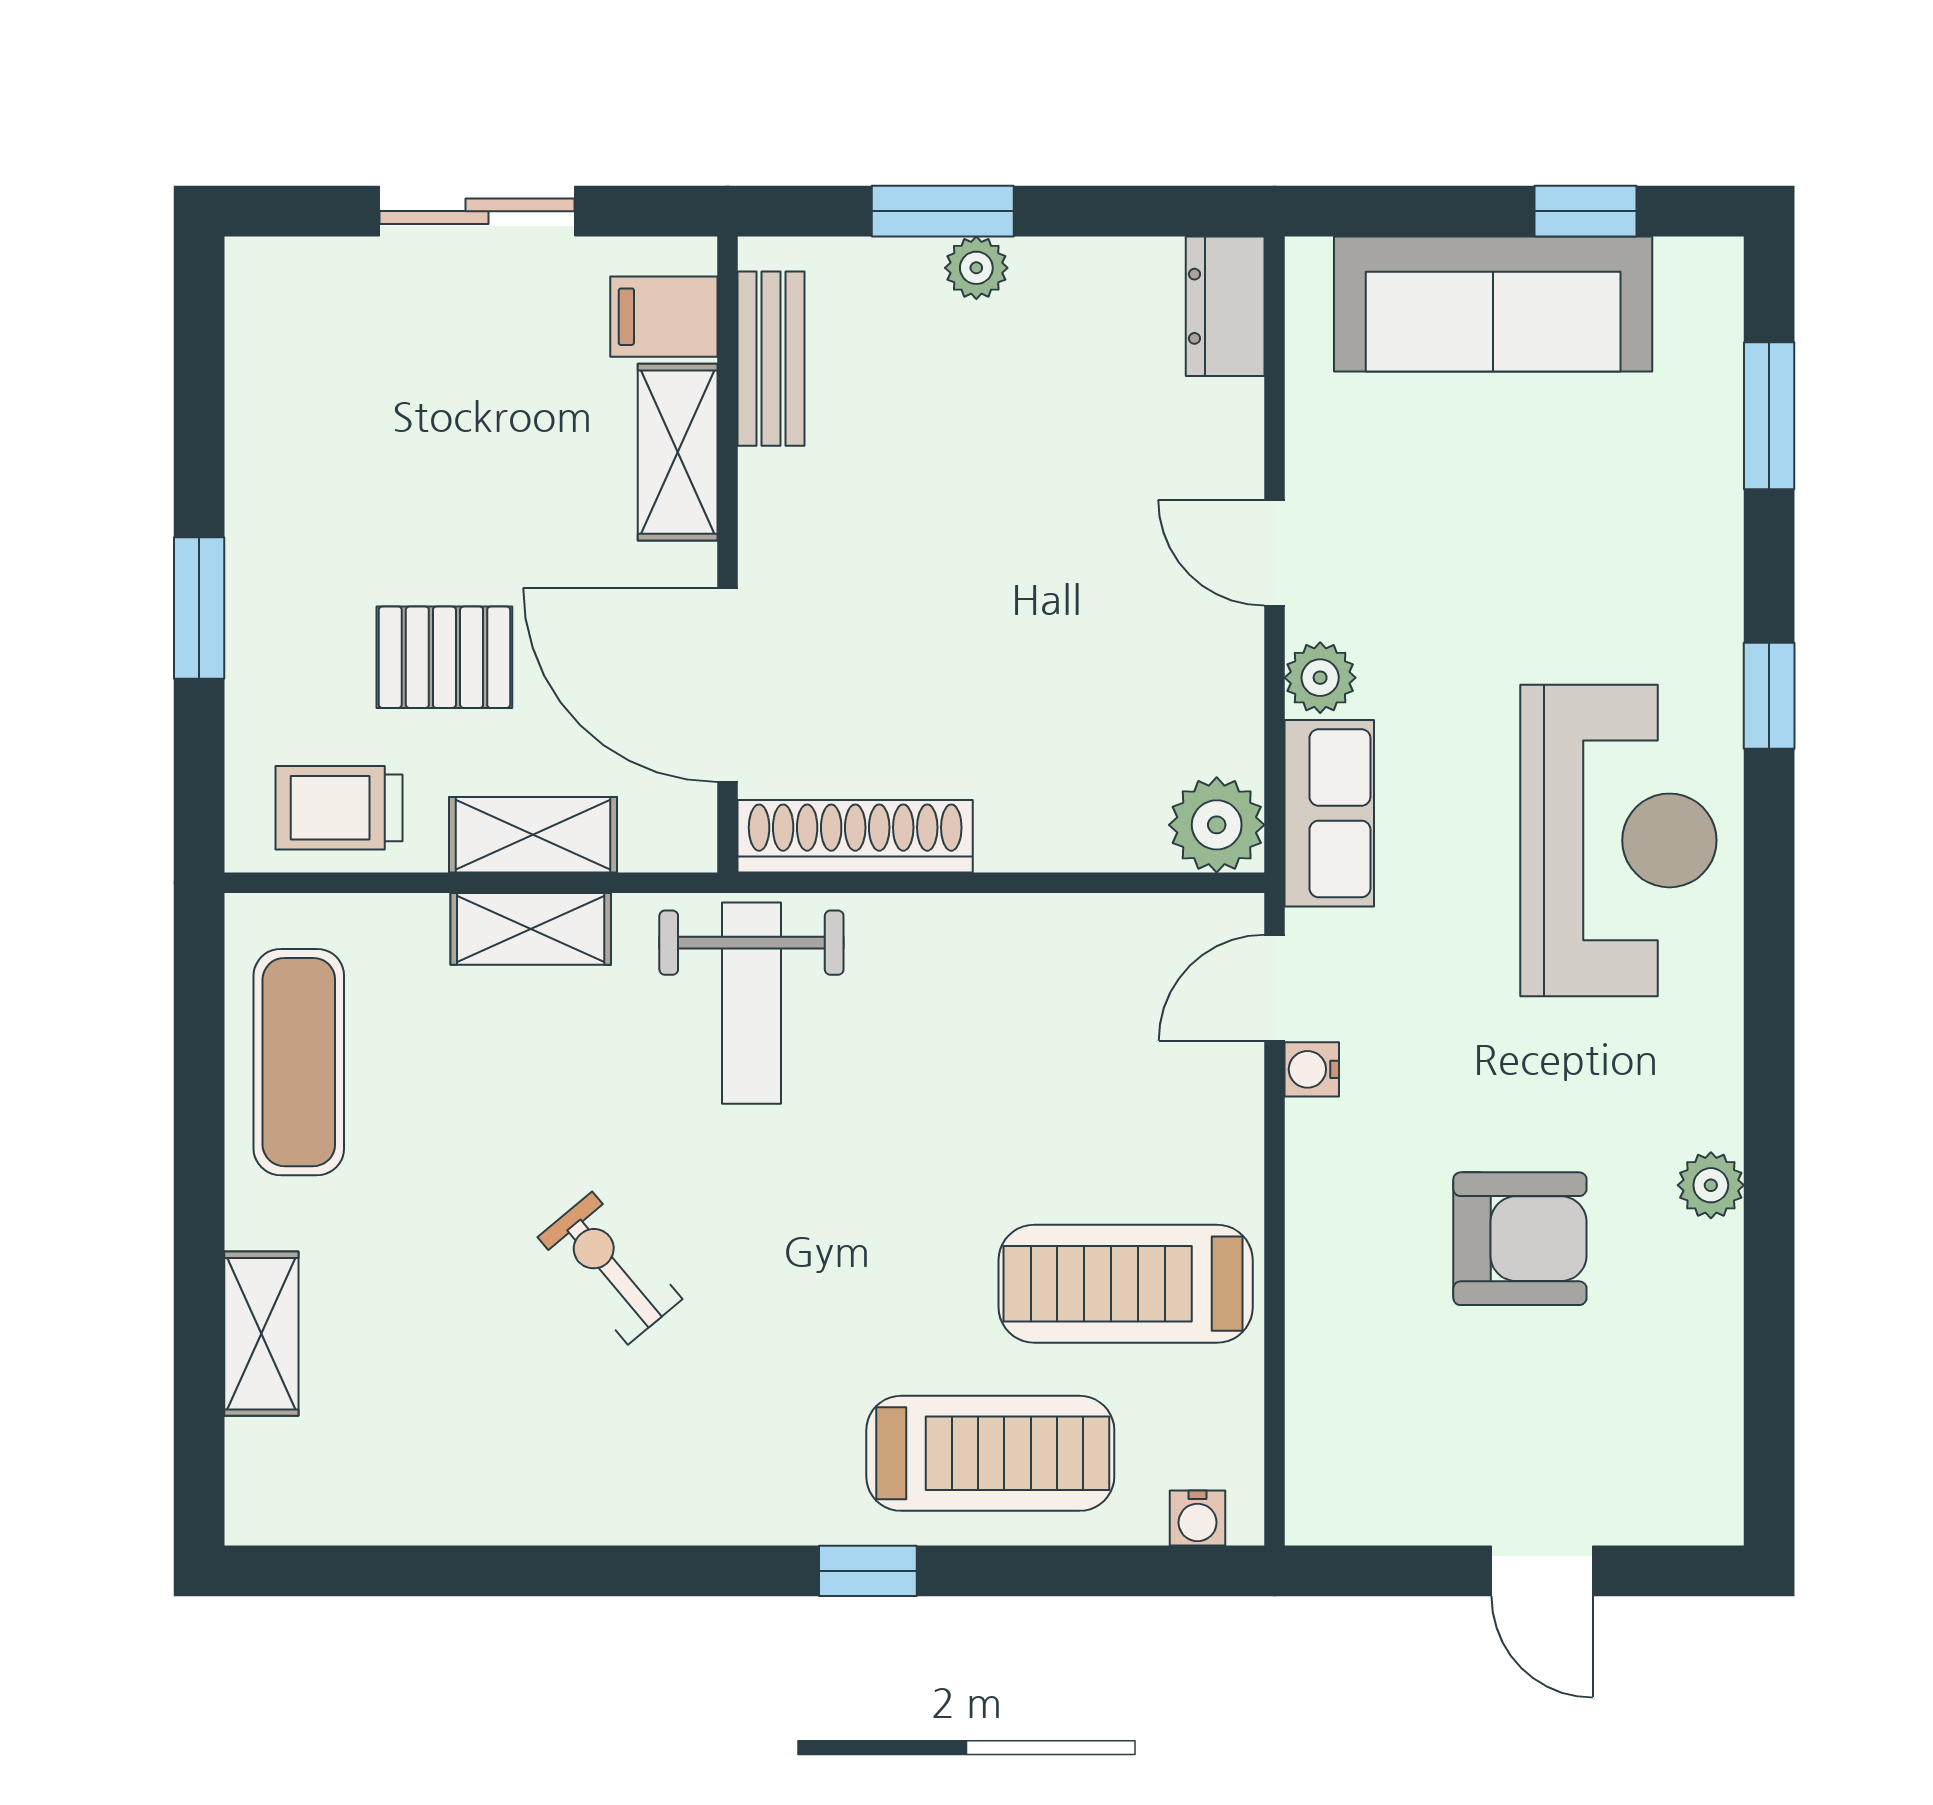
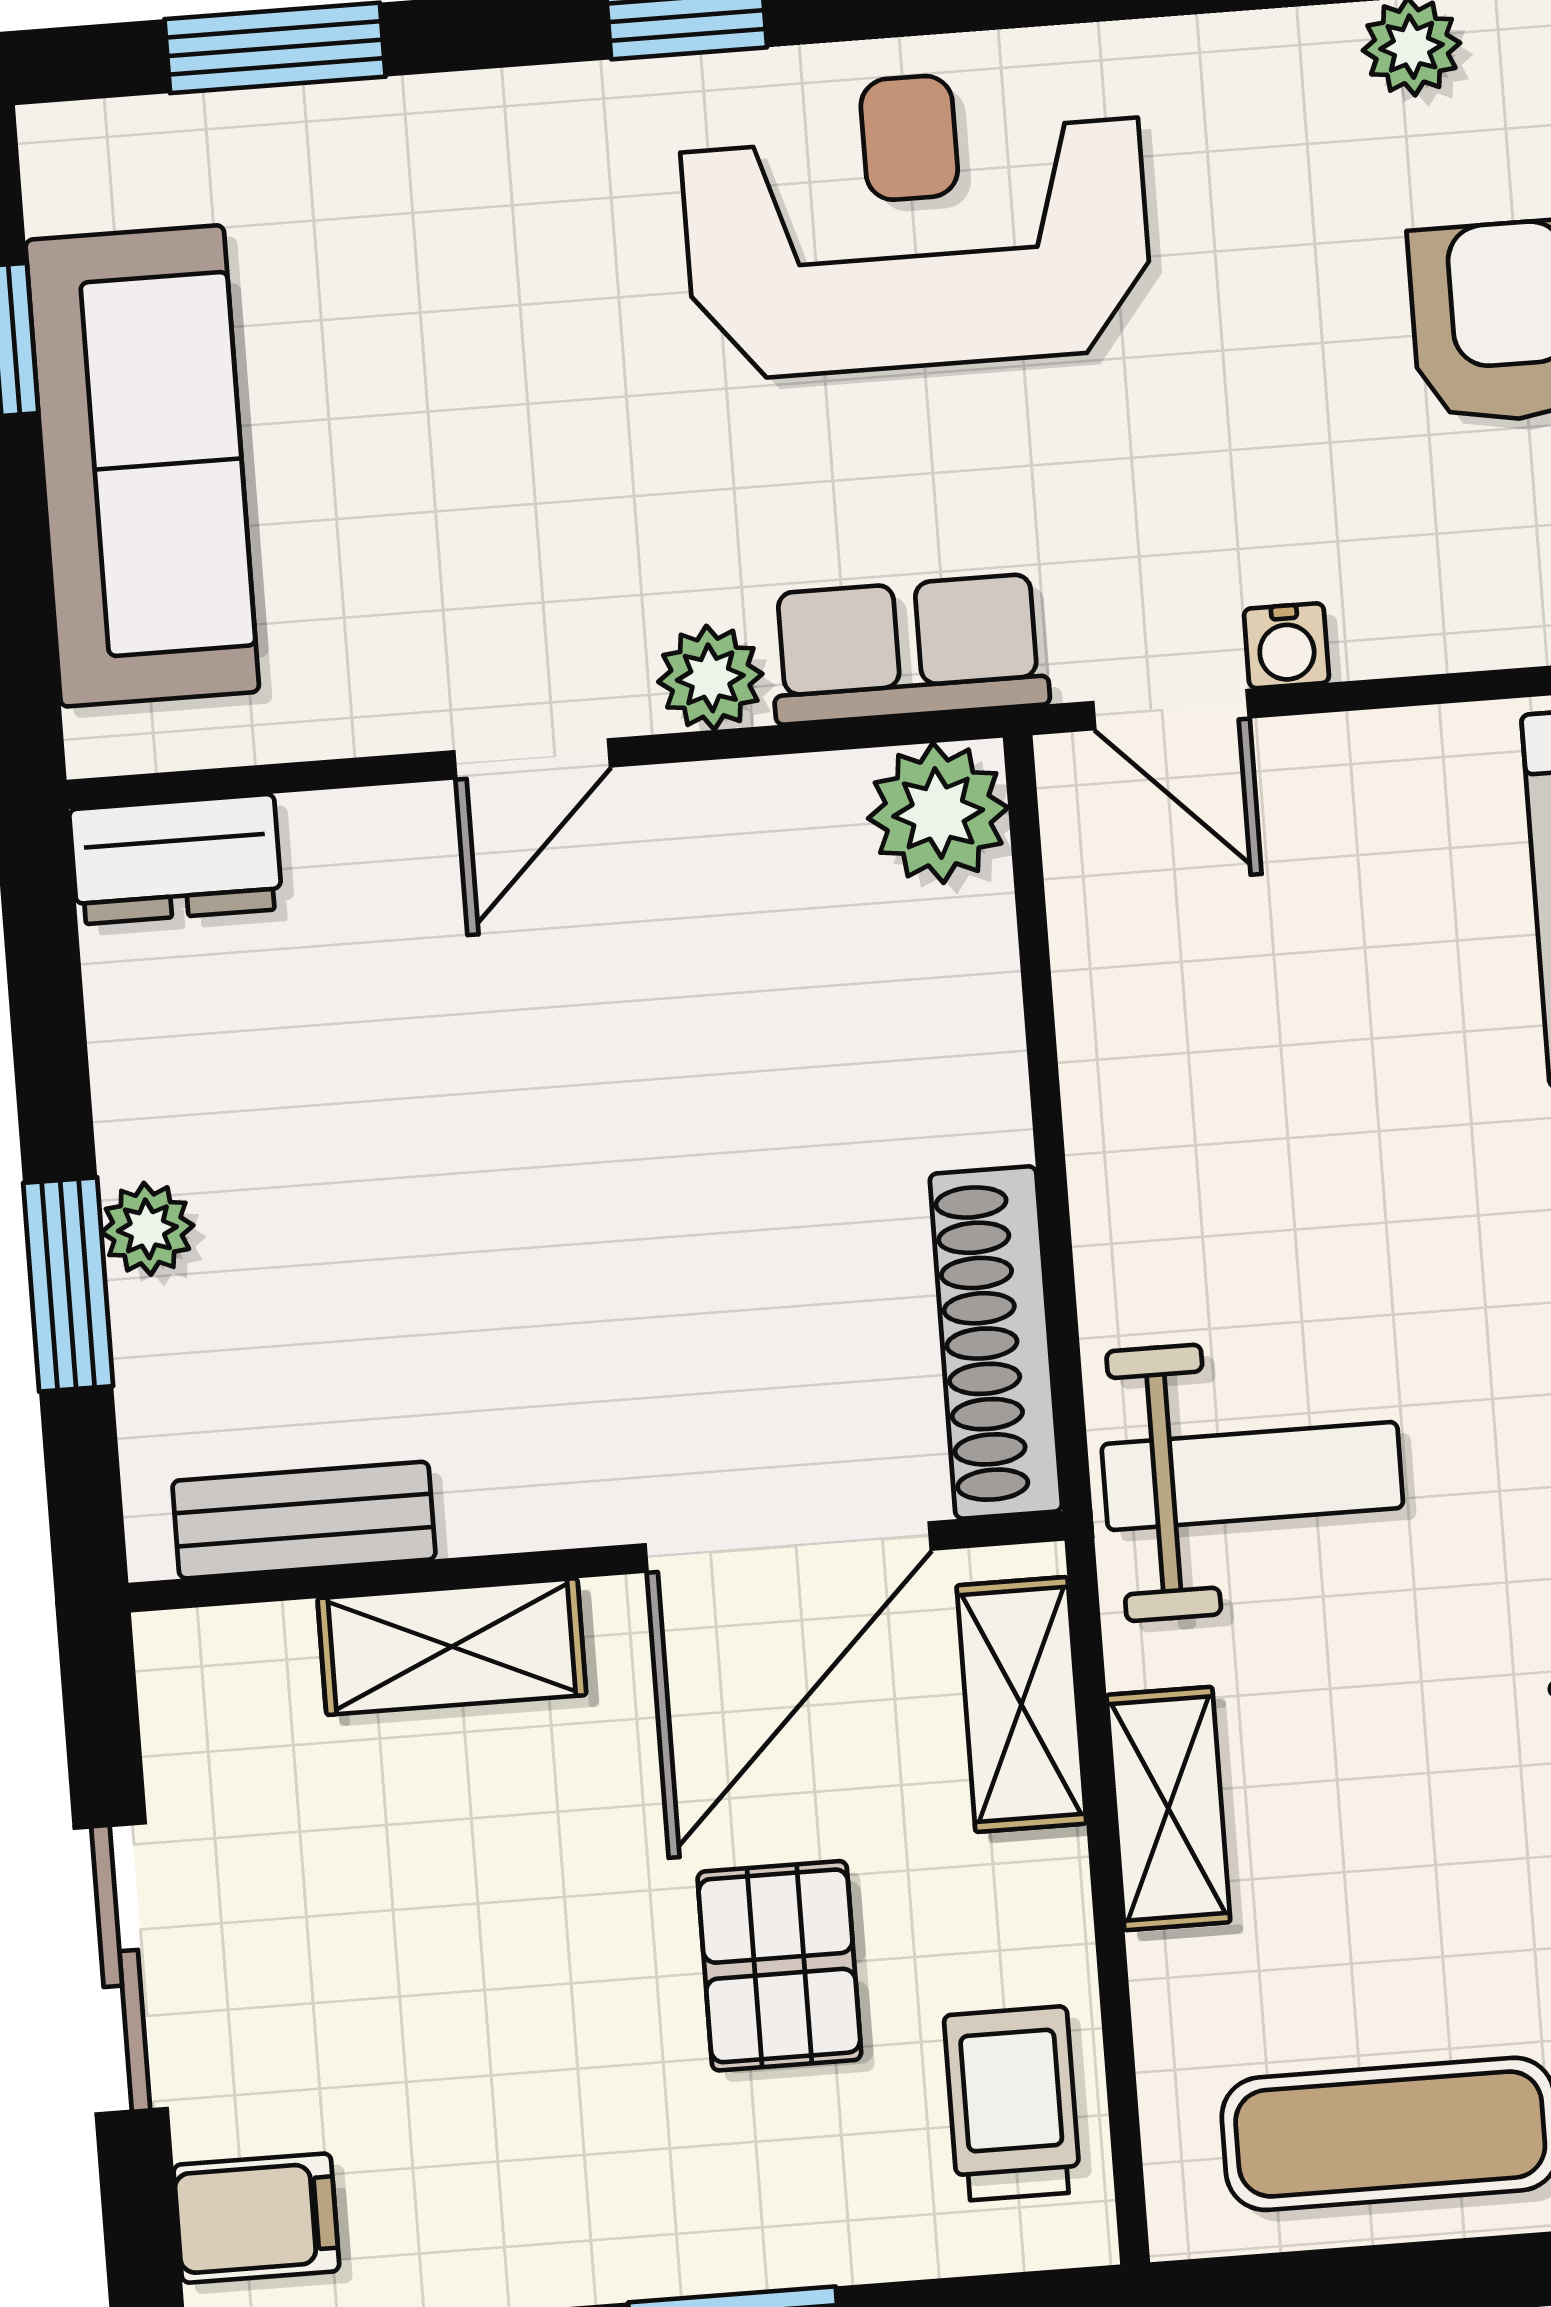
filing cabinet: (664, 317) -> (256, 2218), moved, turned -90
trolley: (339, 808) -> (1012, 2104), turned 180
shelving: (533, 835) -> (1021, 1704), moved

